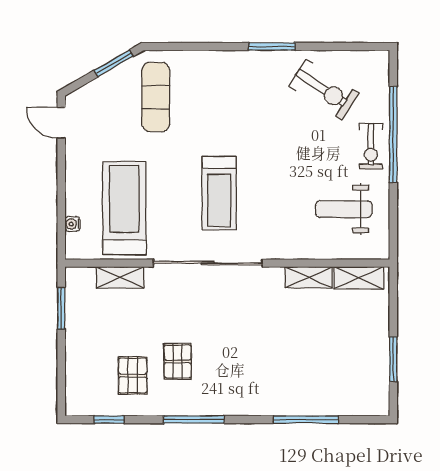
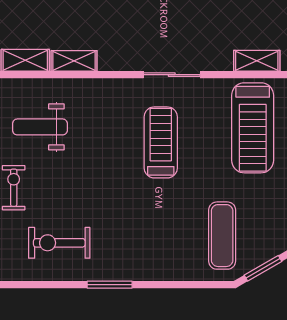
exercise bike: (324, 90) -> (59, 243), turned -33
weight bench: (344, 209) -> (40, 127), turned 180
sliding door: (208, 263) -> (172, 75), width x0.54

